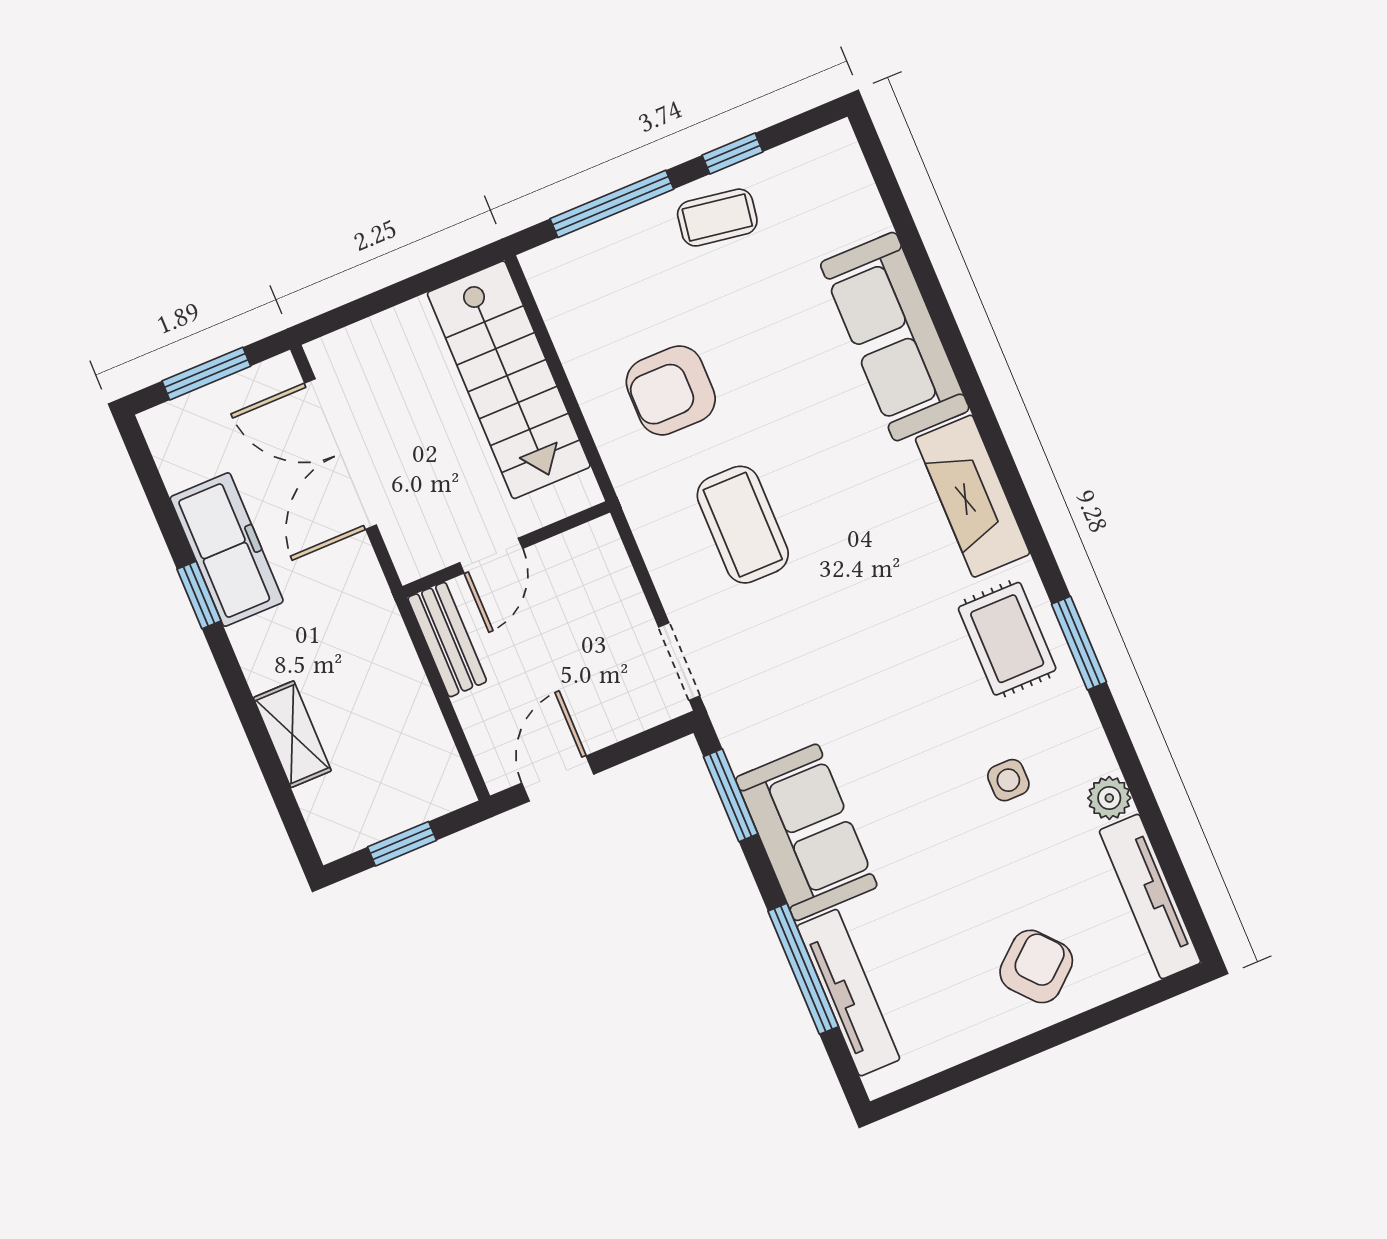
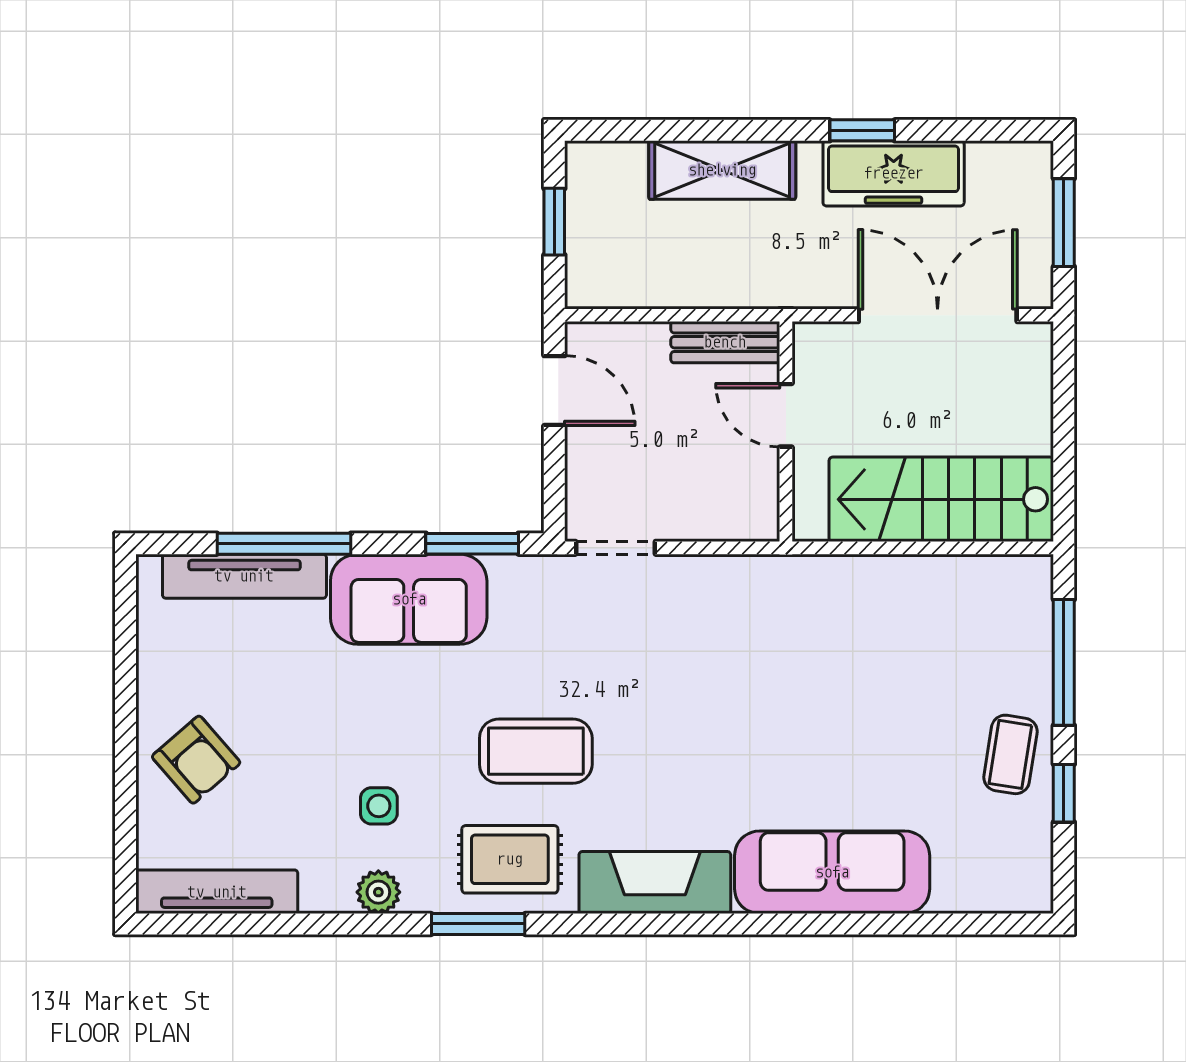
armchair: (671, 390) -> (869, 645), removed
coffee table: (743, 525) -> (536, 751), moved
shelving: (292, 734) -> (722, 170), width x1.50, depth x1.33
plant: (1109, 798) -> (378, 892), moved

